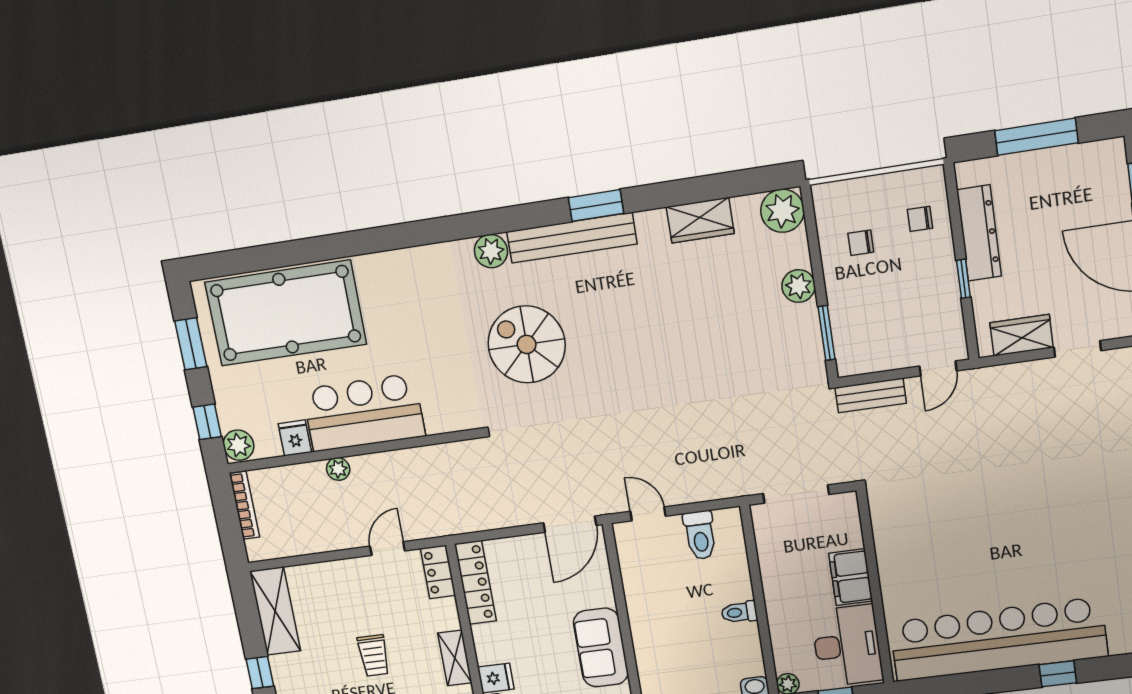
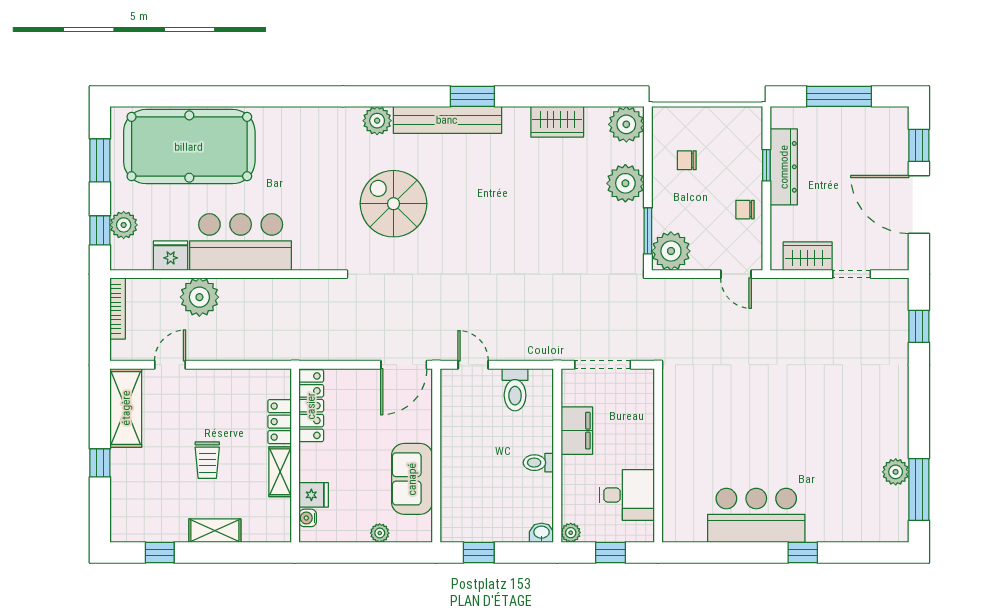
chair: (920, 219) -> (745, 210), moved
window: (964, 279) -> (766, 165), moved
plant: (798, 286) -> (625, 183), width x1.36, depth x1.36
plant: (857, 353) -> (671, 251), added
door: (938, 368) -> (736, 274), hinge flipped
bench: (871, 395) -> (677, 289), removed
fridge: (295, 438) -> (171, 256), width x1.38
plant: (239, 445) -> (124, 225), moved
plant: (338, 469) -> (199, 297), width x1.88, depth x1.88
door: (387, 548) -> (170, 365), moved
locker: (438, 572) -> (280, 422), moved
filing cabinet: (851, 577) -> (577, 431), moved, turned 180
bar counter: (998, 639) -> (756, 515), width x0.54
desk: (847, 646) -> (627, 495), width x0.73

